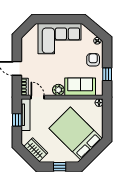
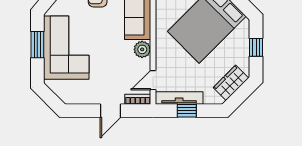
window: (62, 19) -> (37, 45), added

